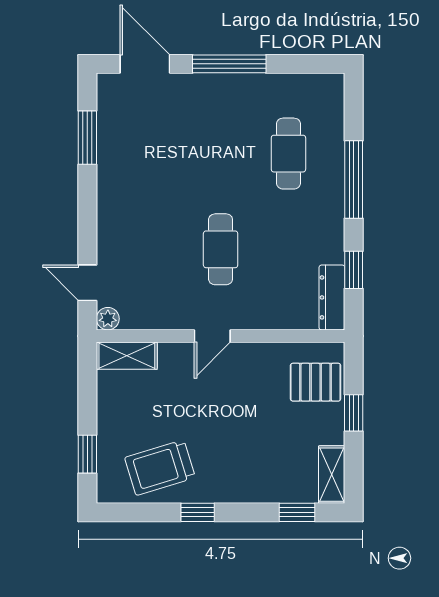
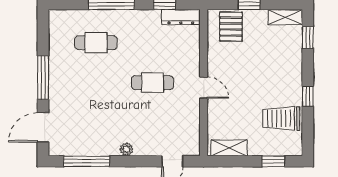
window: (87, 138) -> (87, 161), width x1.44
plant: (108, 319) -> (126, 149), moved
shelving: (127, 356) -> (229, 148), moved, turned 90
trolley: (160, 468) -> (281, 118), turned 107

